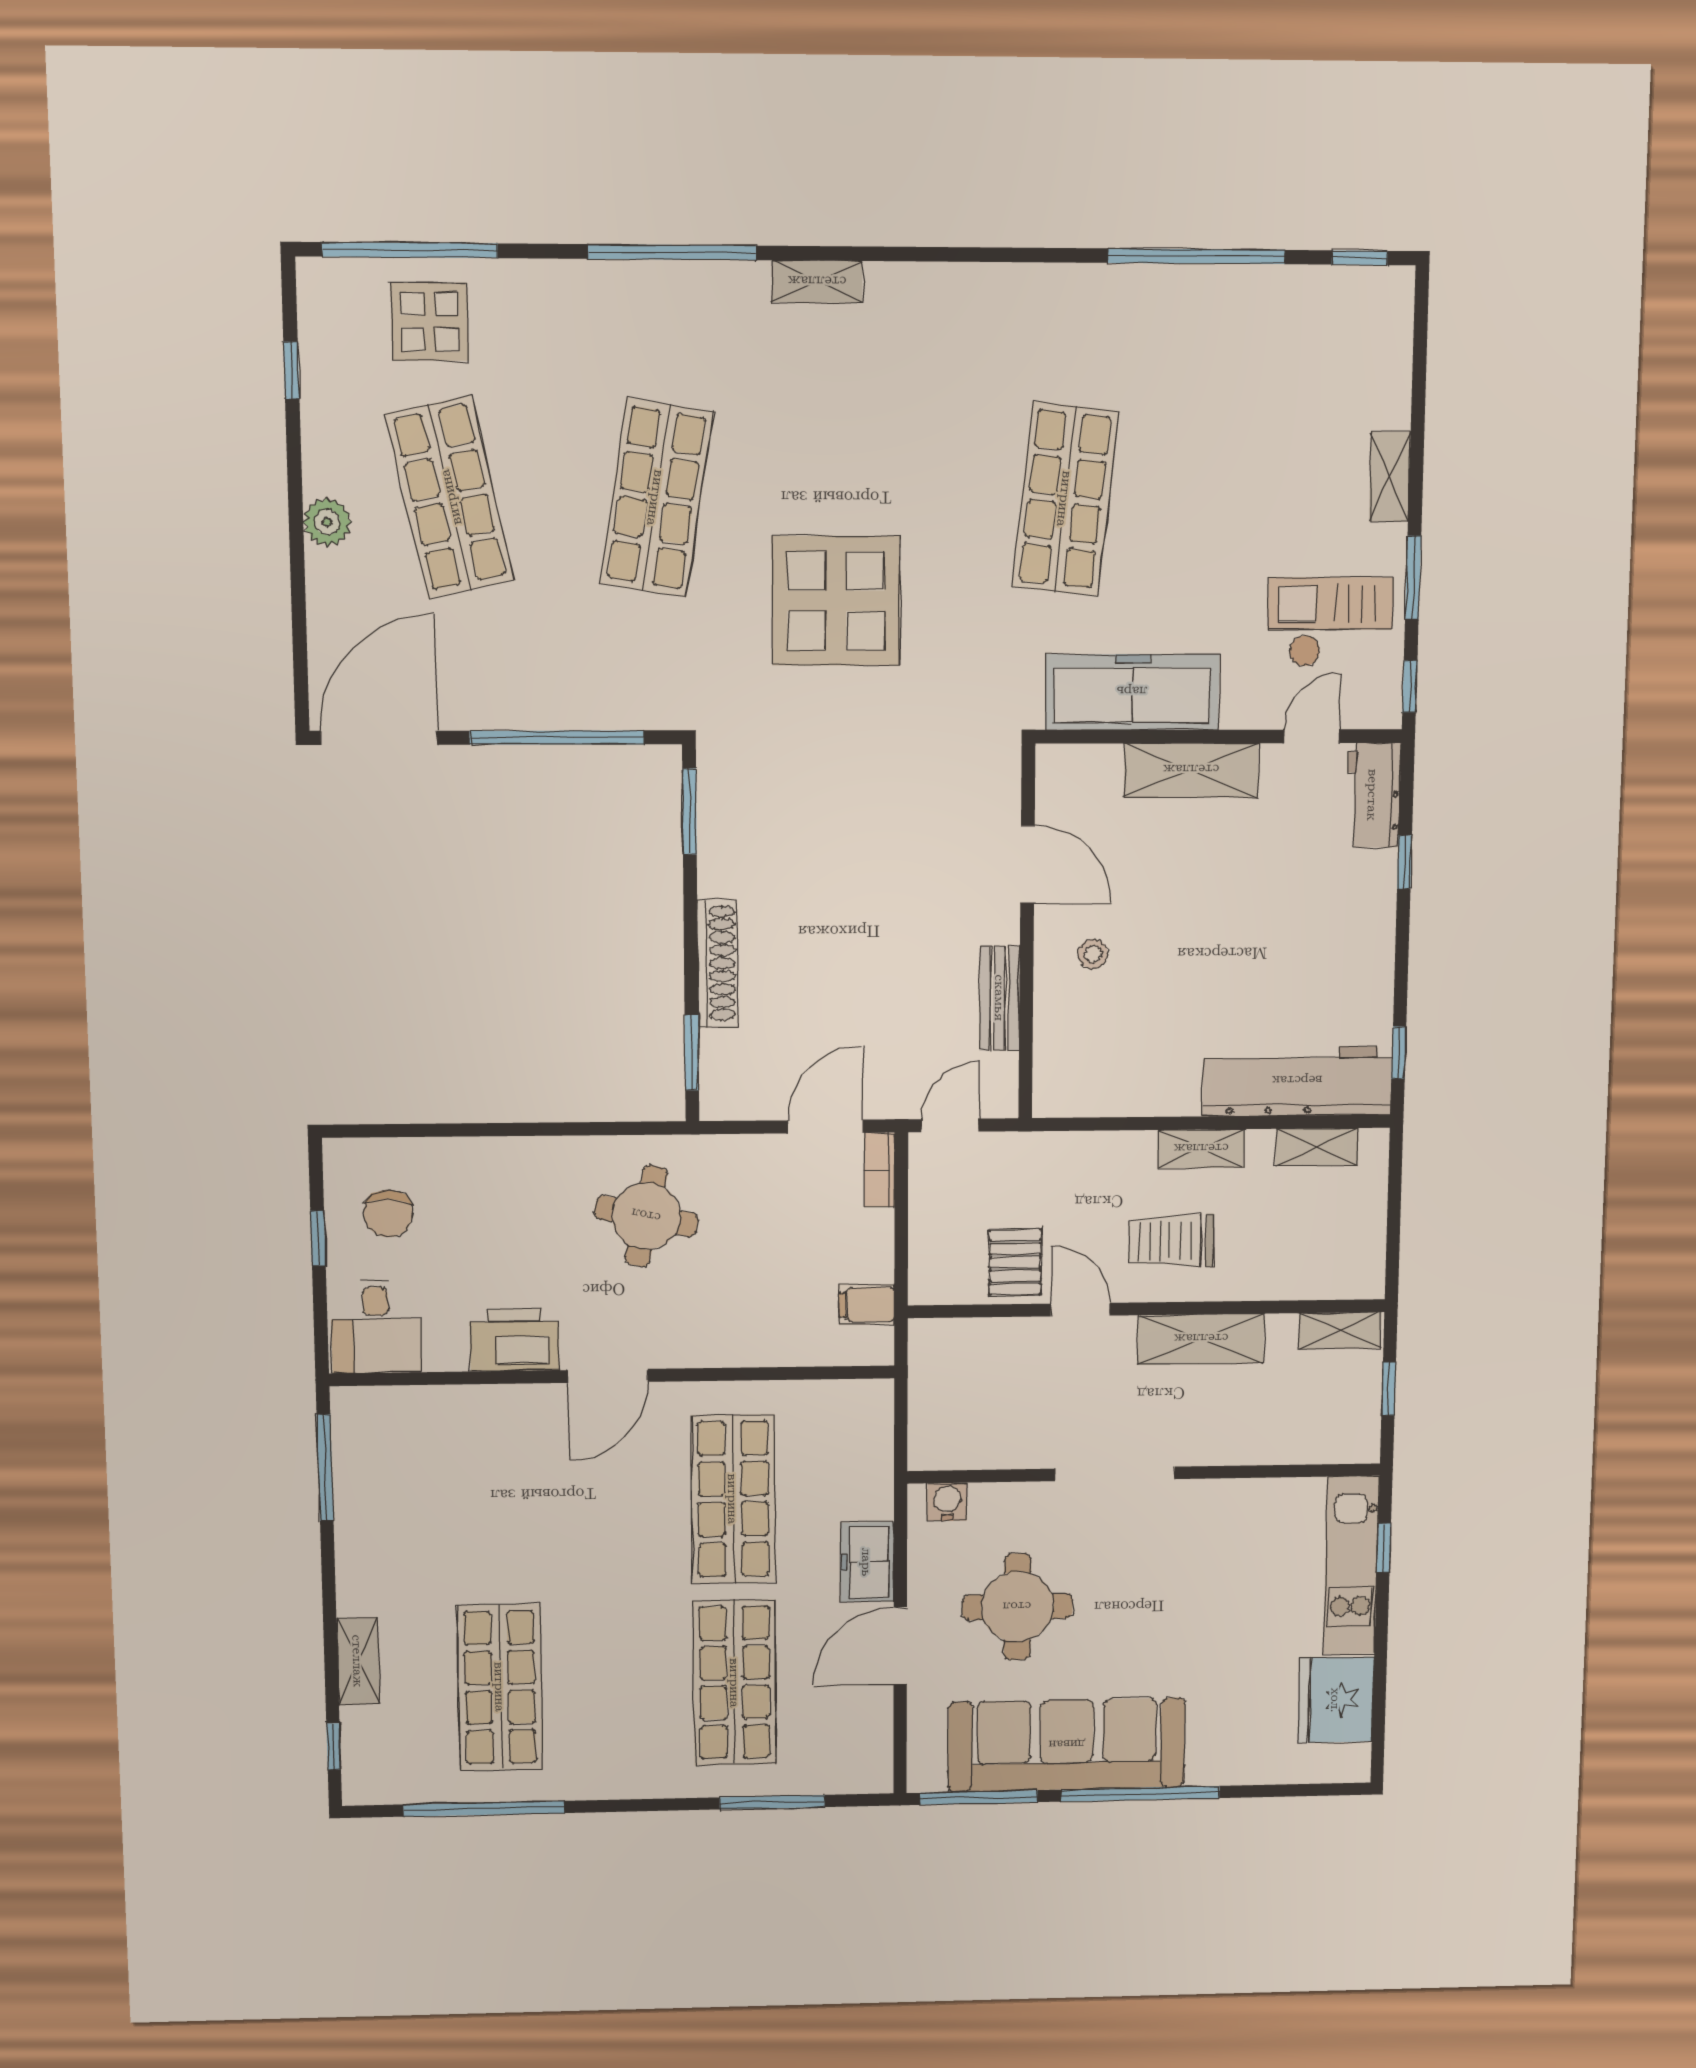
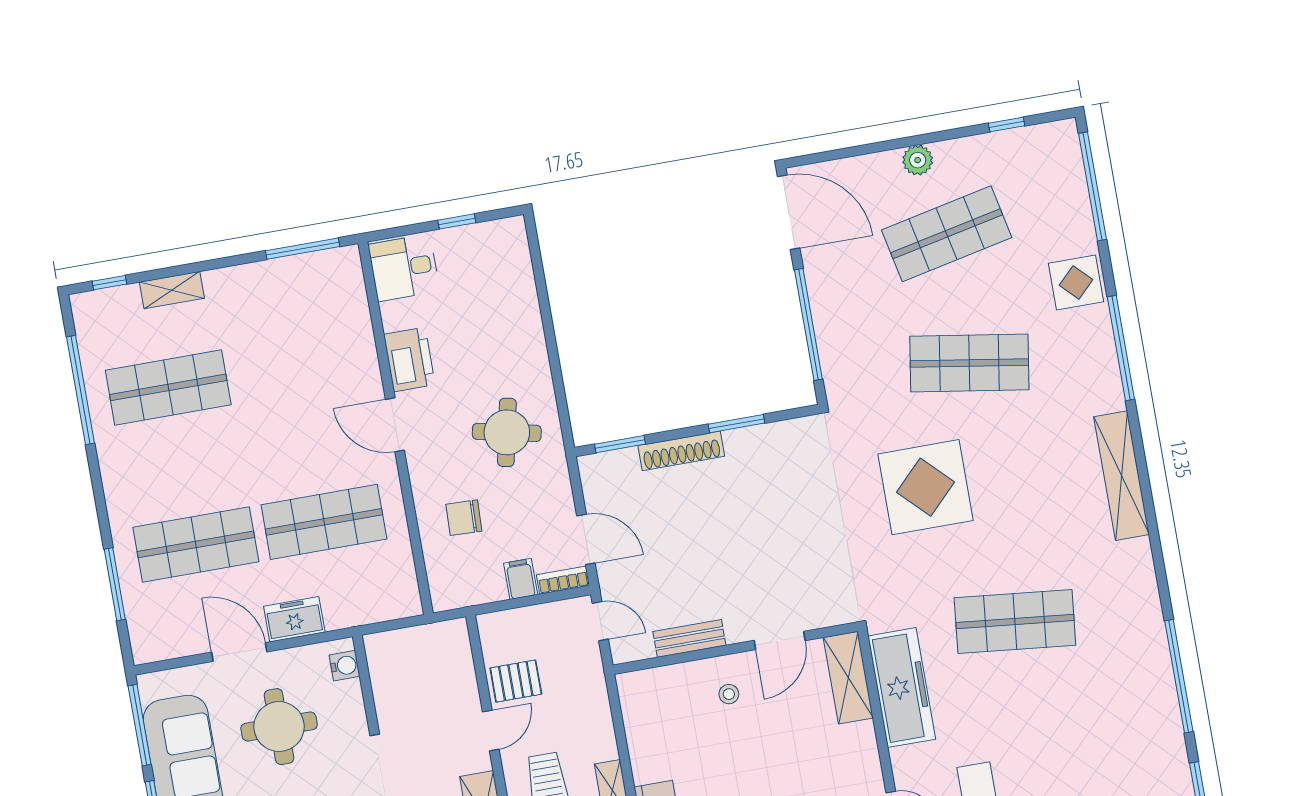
shelving: (817, 282) -> (1122, 476), width x2.20, depth x1.33
display table: (430, 322) -> (1076, 282), moved
shelving: (1191, 770) -> (848, 678), moved
window: (690, 812) -> (736, 424), moved
chair: (388, 1214) -> (464, 518), moved
filing cabinet: (867, 1305) -> (521, 579), moved

